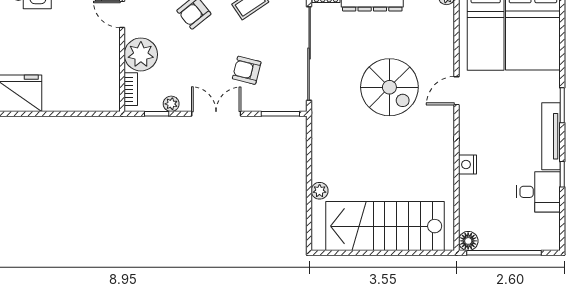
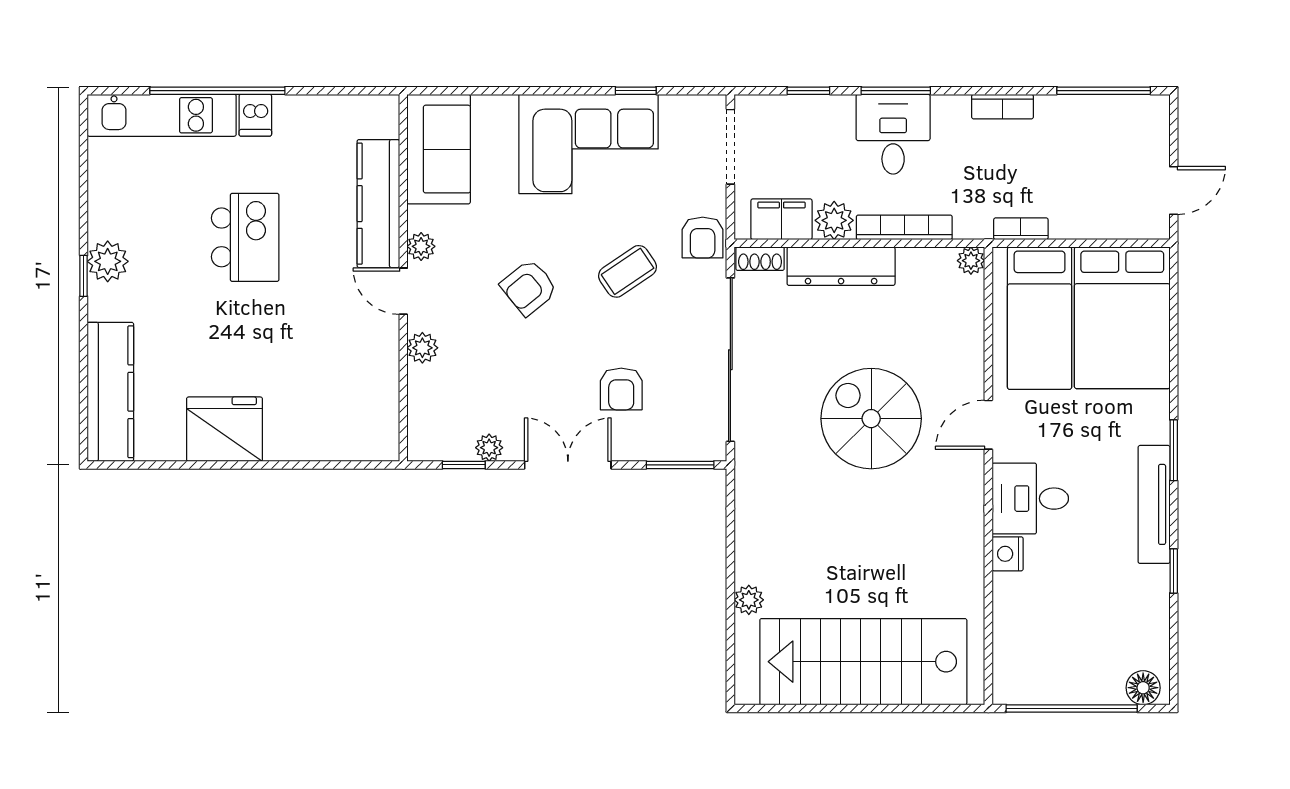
plant: (141, 54) -> (422, 348), width x0.53, depth x0.53
armchair: (247, 70) -> (621, 389), turned -104
spiral stairs: (389, 87) -> (871, 419), turned 180
bookcase: (131, 89) -> (419, 422), removed
desk: (538, 192) -> (1030, 499), moved, turned 180
floor lamp: (468, 241) -> (1143, 688), moved

